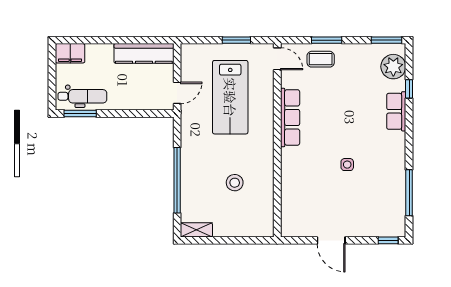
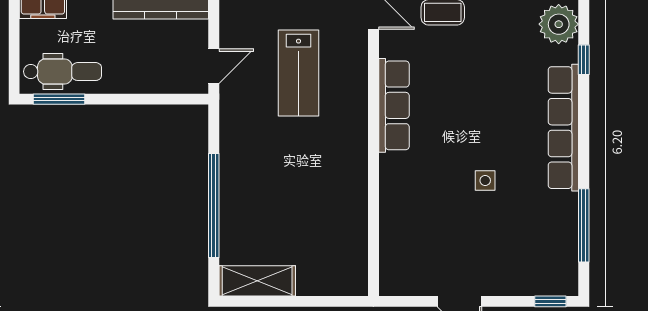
lab bench: (230, 97) -> (298, 73), width x0.73, depth x0.72
row of seats: (396, 111) -> (563, 128), width x2.02
stool: (235, 183) -> (306, 209), removed
shelving: (196, 230) -> (257, 281), width x1.50, depth x1.33

